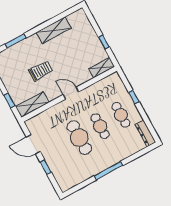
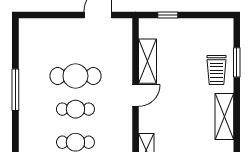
trolley: (41, 71) -> (216, 70), moved
shelving: (32, 104) -> (148, 61), moved
window: (46, 167) -> (62, 15), removed

